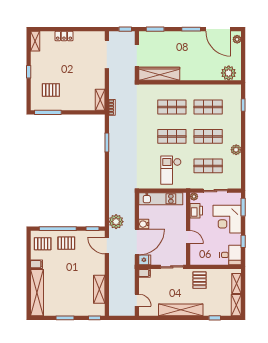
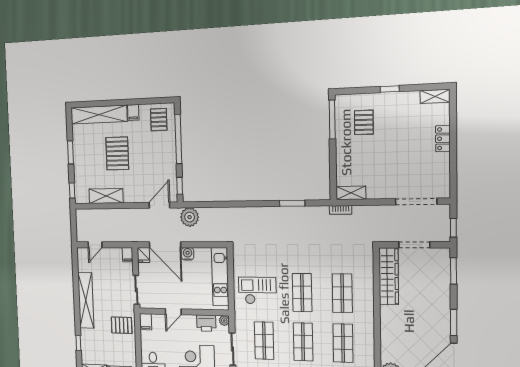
pallet: (66, 243) -> (117, 153), moved, width x1.50, depth x1.42
filing cabinet: (196, 260) -> (146, 322), added

